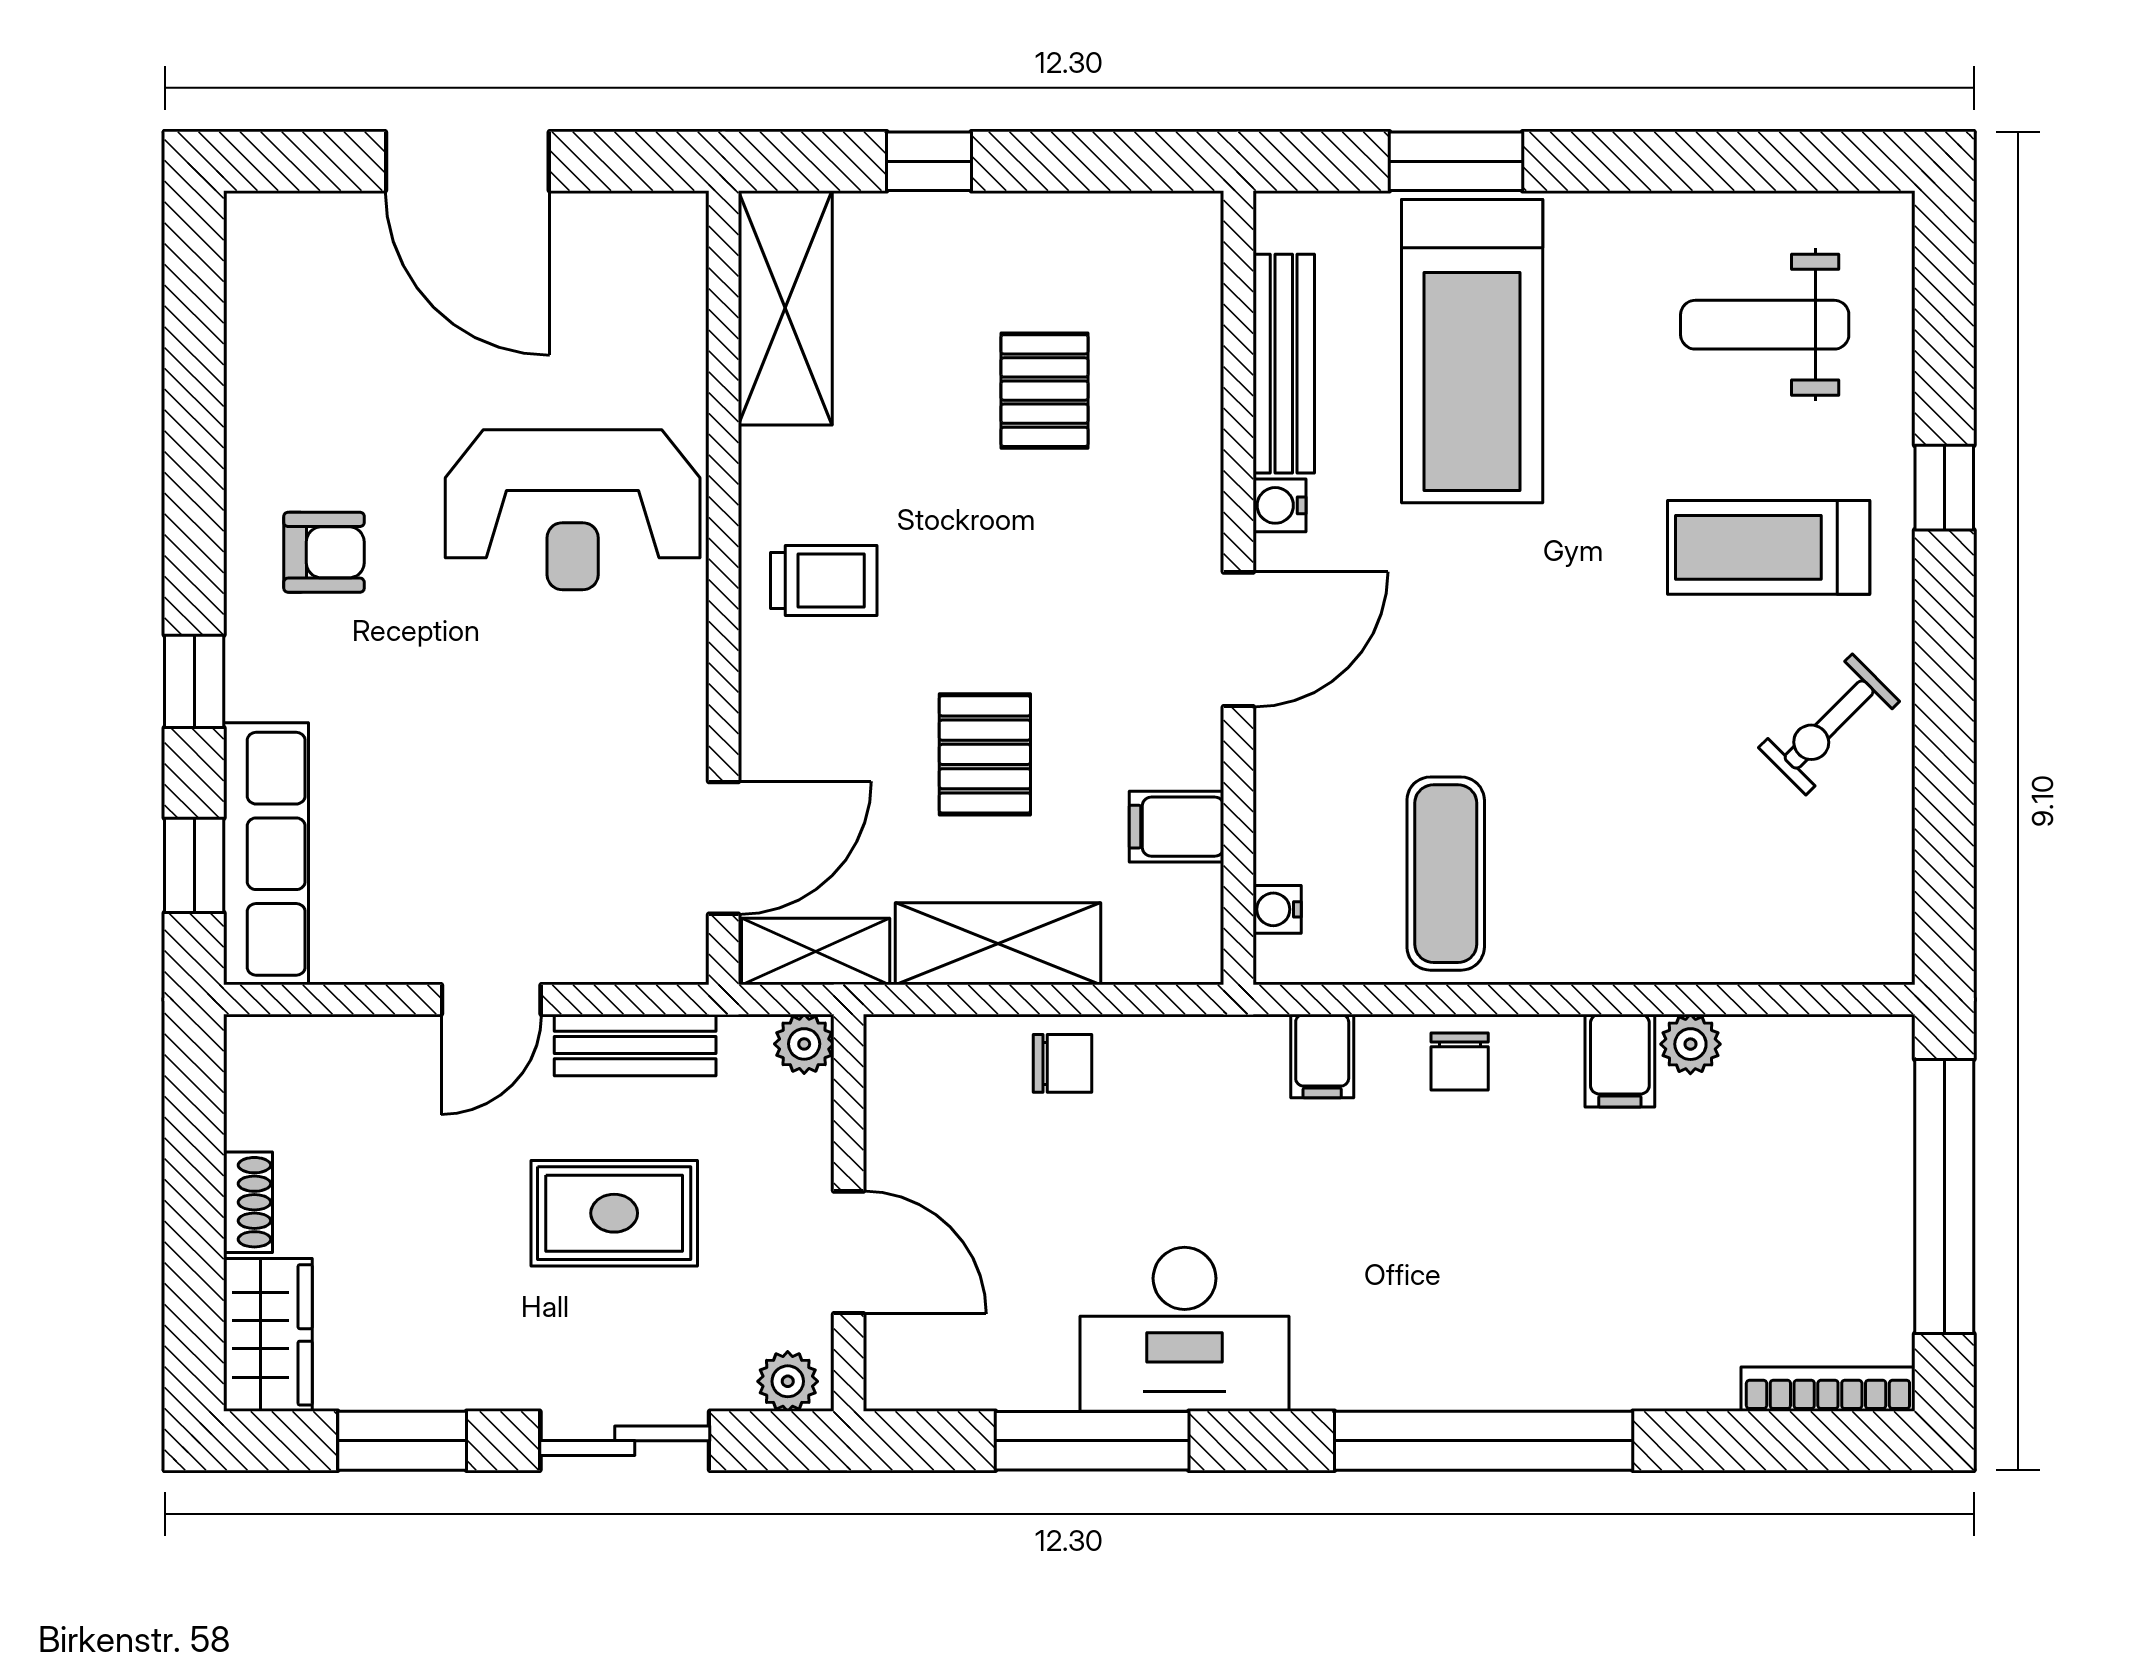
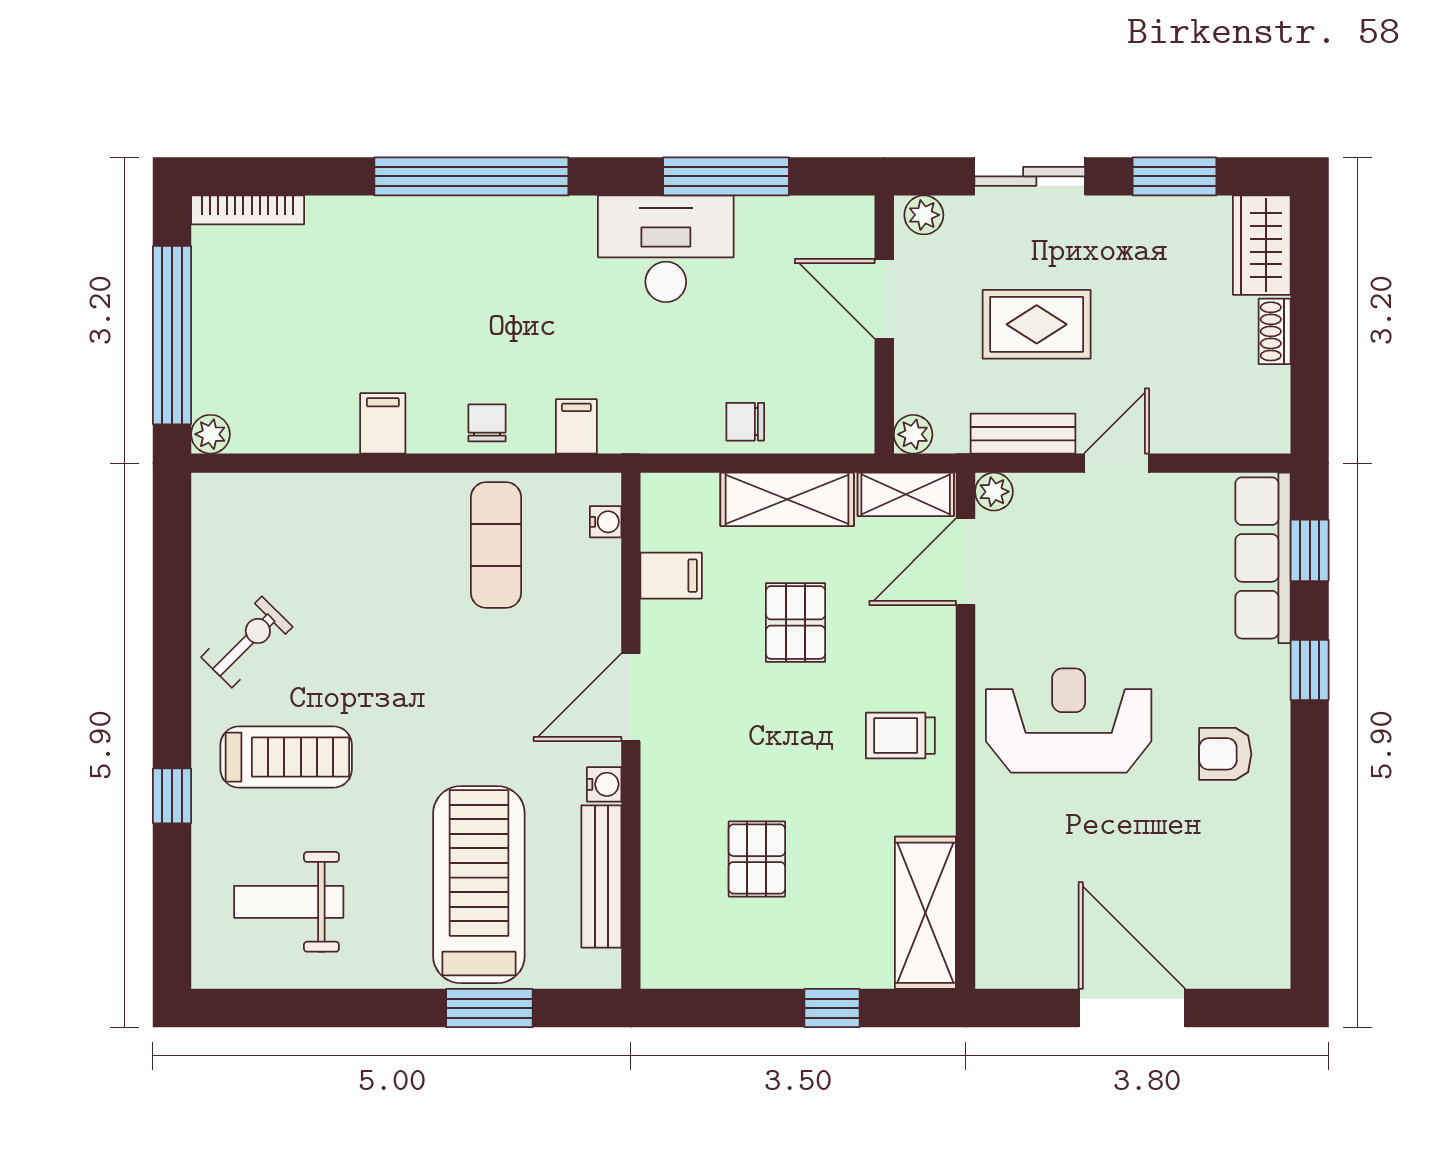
weight bench: (1765, 325) -> (289, 902), turned 180
reception desk: (573, 510) -> (1069, 720), moved
plant: (680, 956) -> (994, 492), added
plant: (1690, 1044) -> (211, 434), moved

